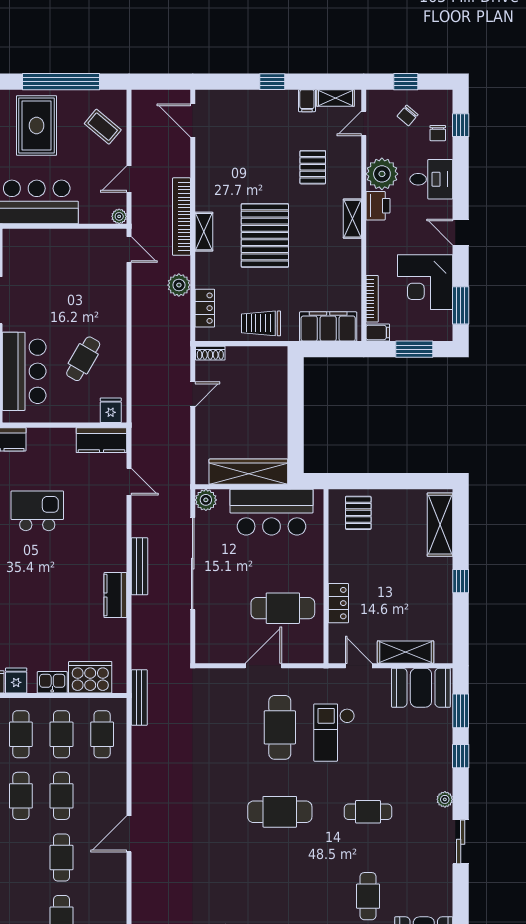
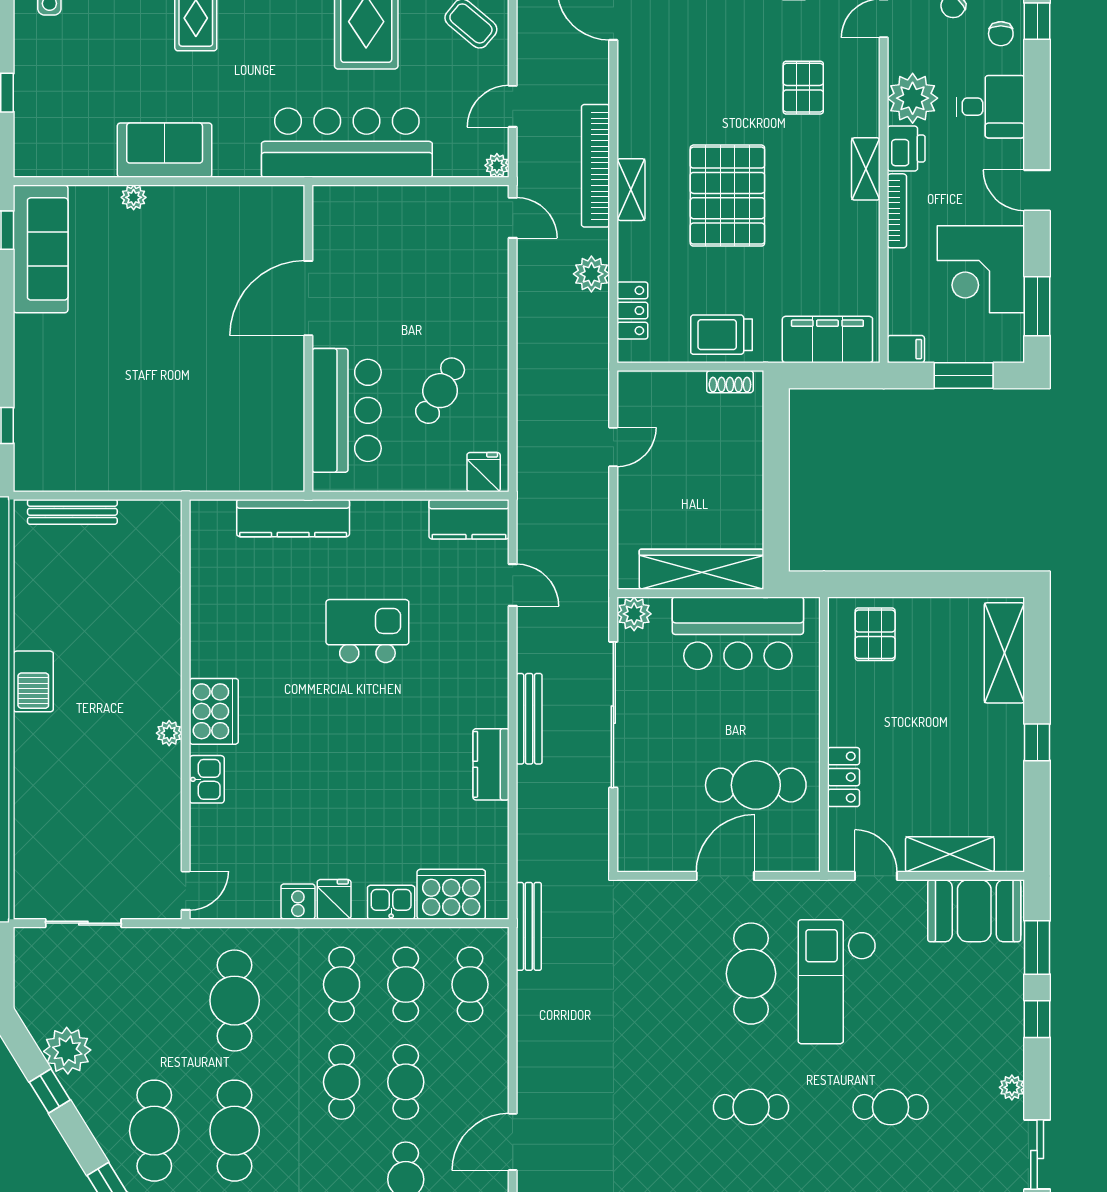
bookcase: (372, 299) -> (897, 211), moved
shoe rack: (210, 353) -> (730, 382), moved
checkout: (334, 733) -> (837, 982), width x1.36, depth x1.21
cafe table: (280, 812) -> (751, 1107), width x0.73, depth x0.74

